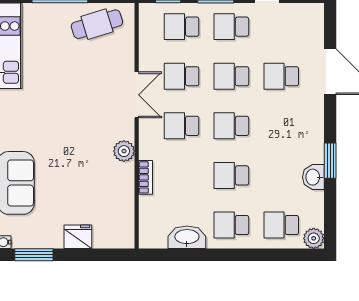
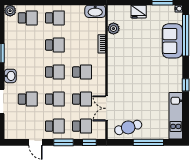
double door: (137, 95) -> (107, 108), moved
plant: (124, 151) -> (113, 29), moved
washbasin: (313, 177) -> (10, 76), moved
washbasin: (187, 237) -> (95, 11), moved

